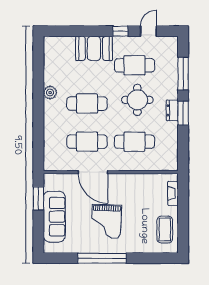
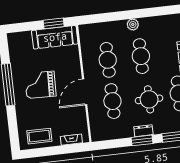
plant: (50, 93) -> (133, 25), moved
door: (93, 172) -> (85, 92), moved
sofa: (54, 217) -> (55, 37), moved

